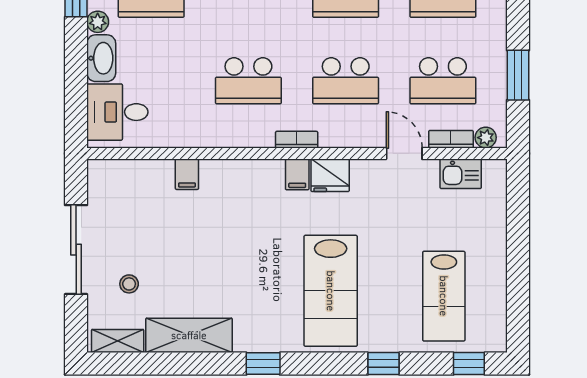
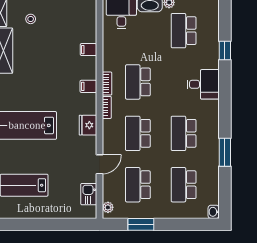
bookcase: (451, 139) -> (107, 84), moved
filing cabinet: (297, 174) -> (88, 86), moved

